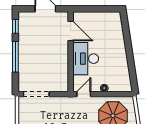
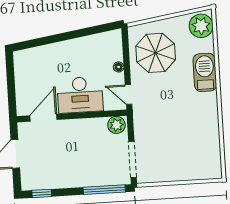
window: (15, 57) -> (104, 190), moved
plant: (62, 84) -> (116, 125), added

